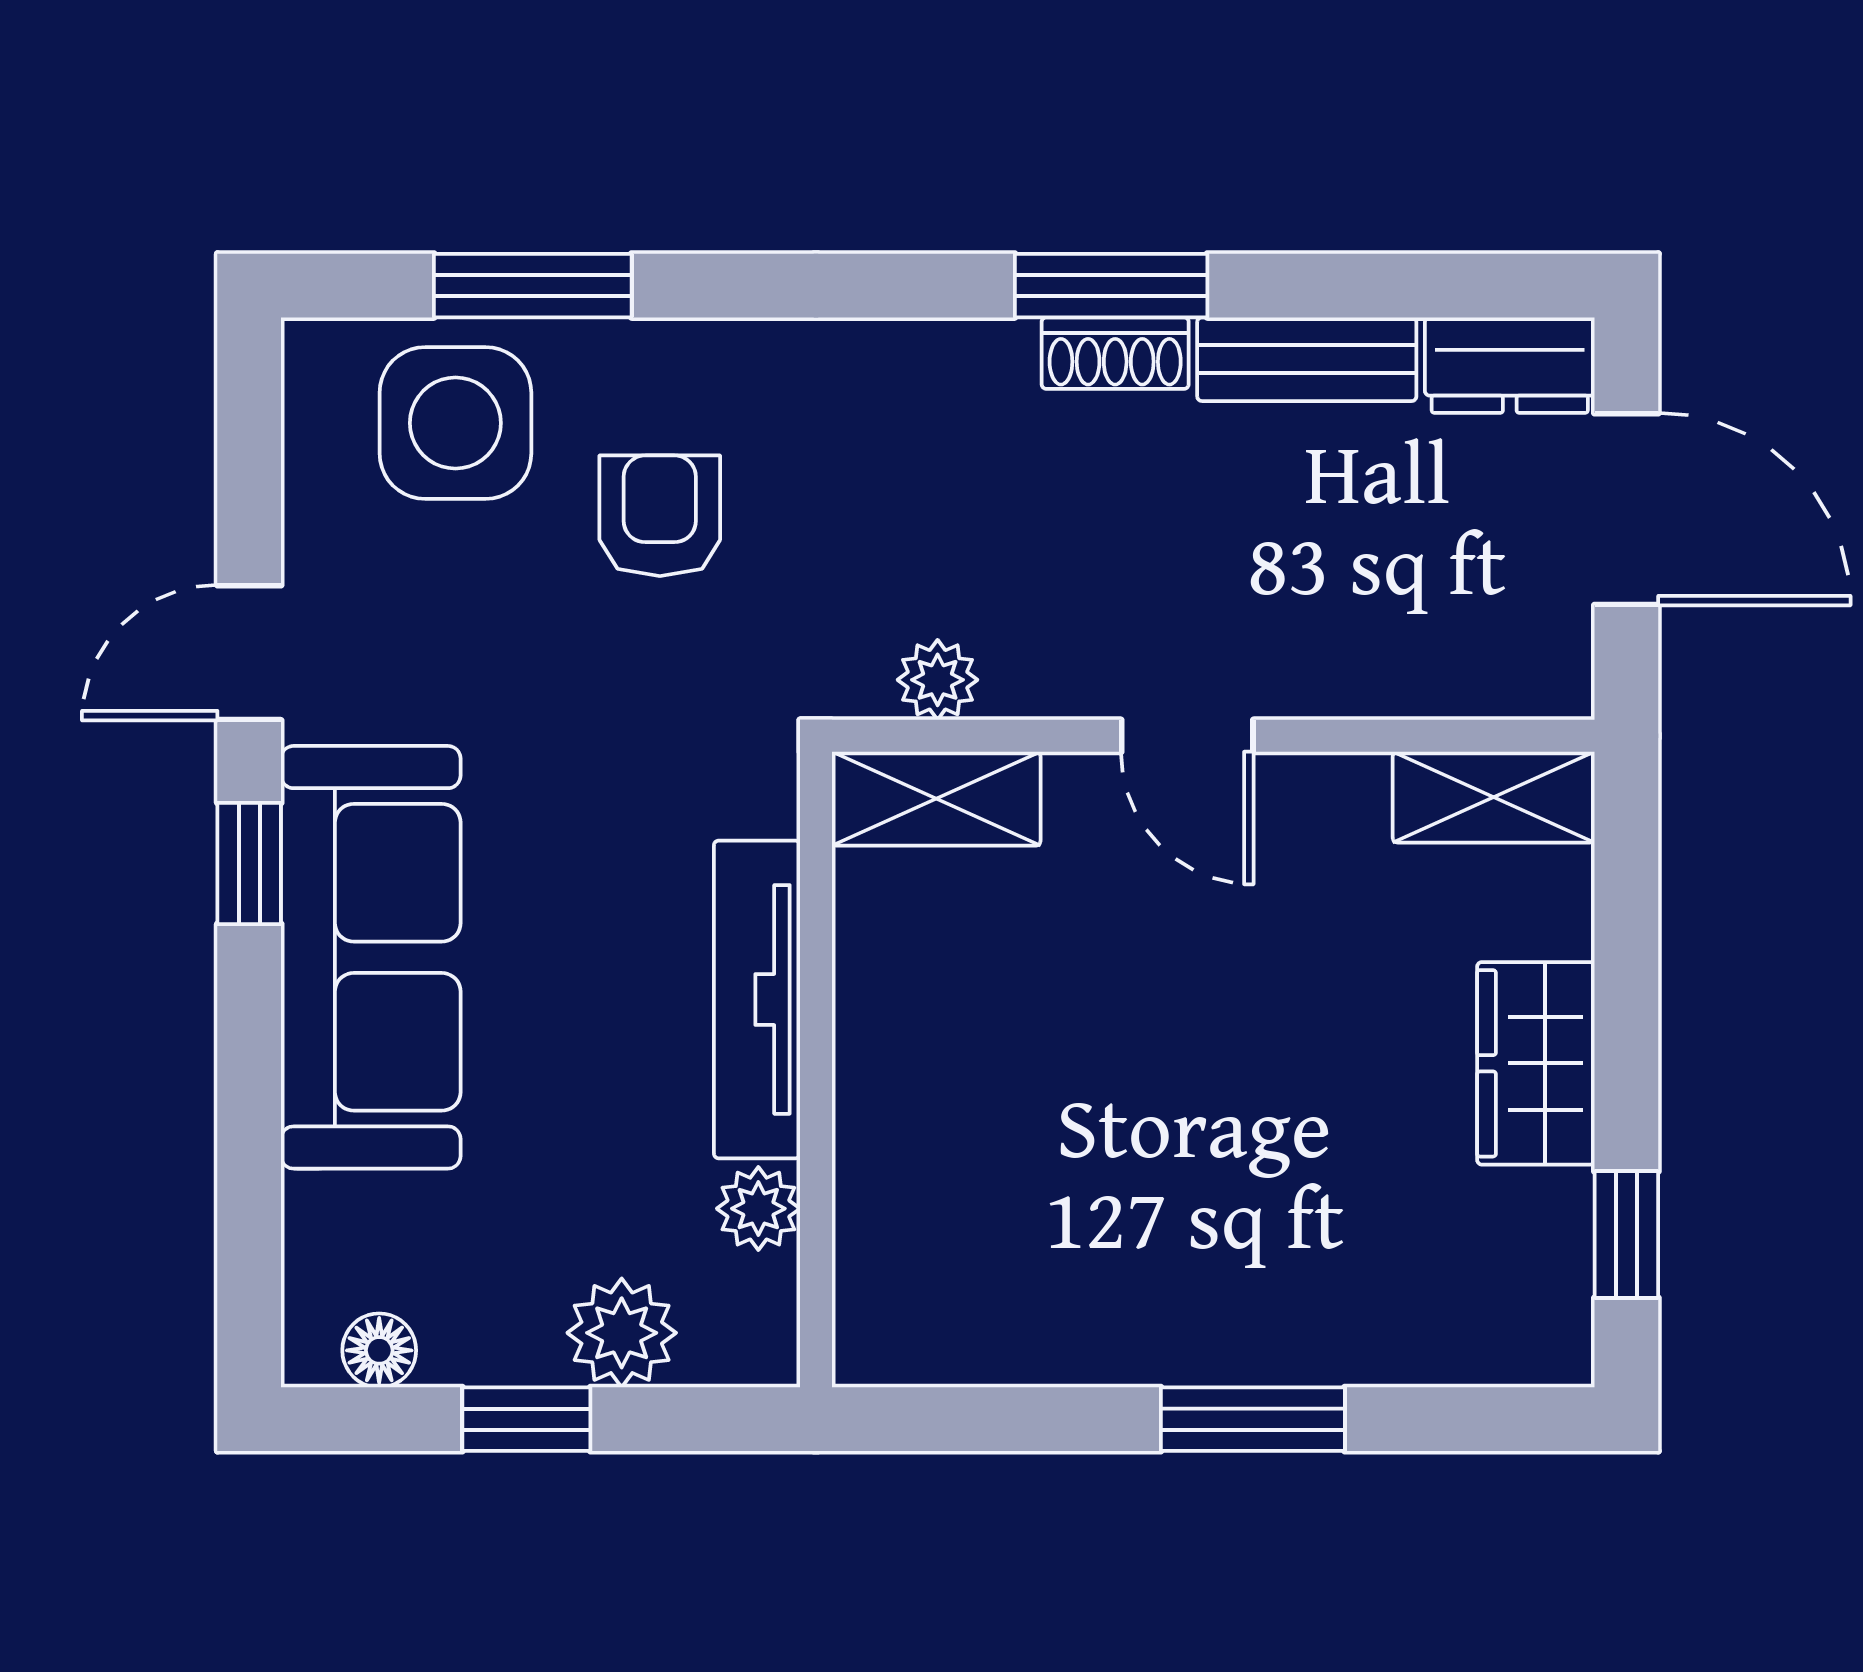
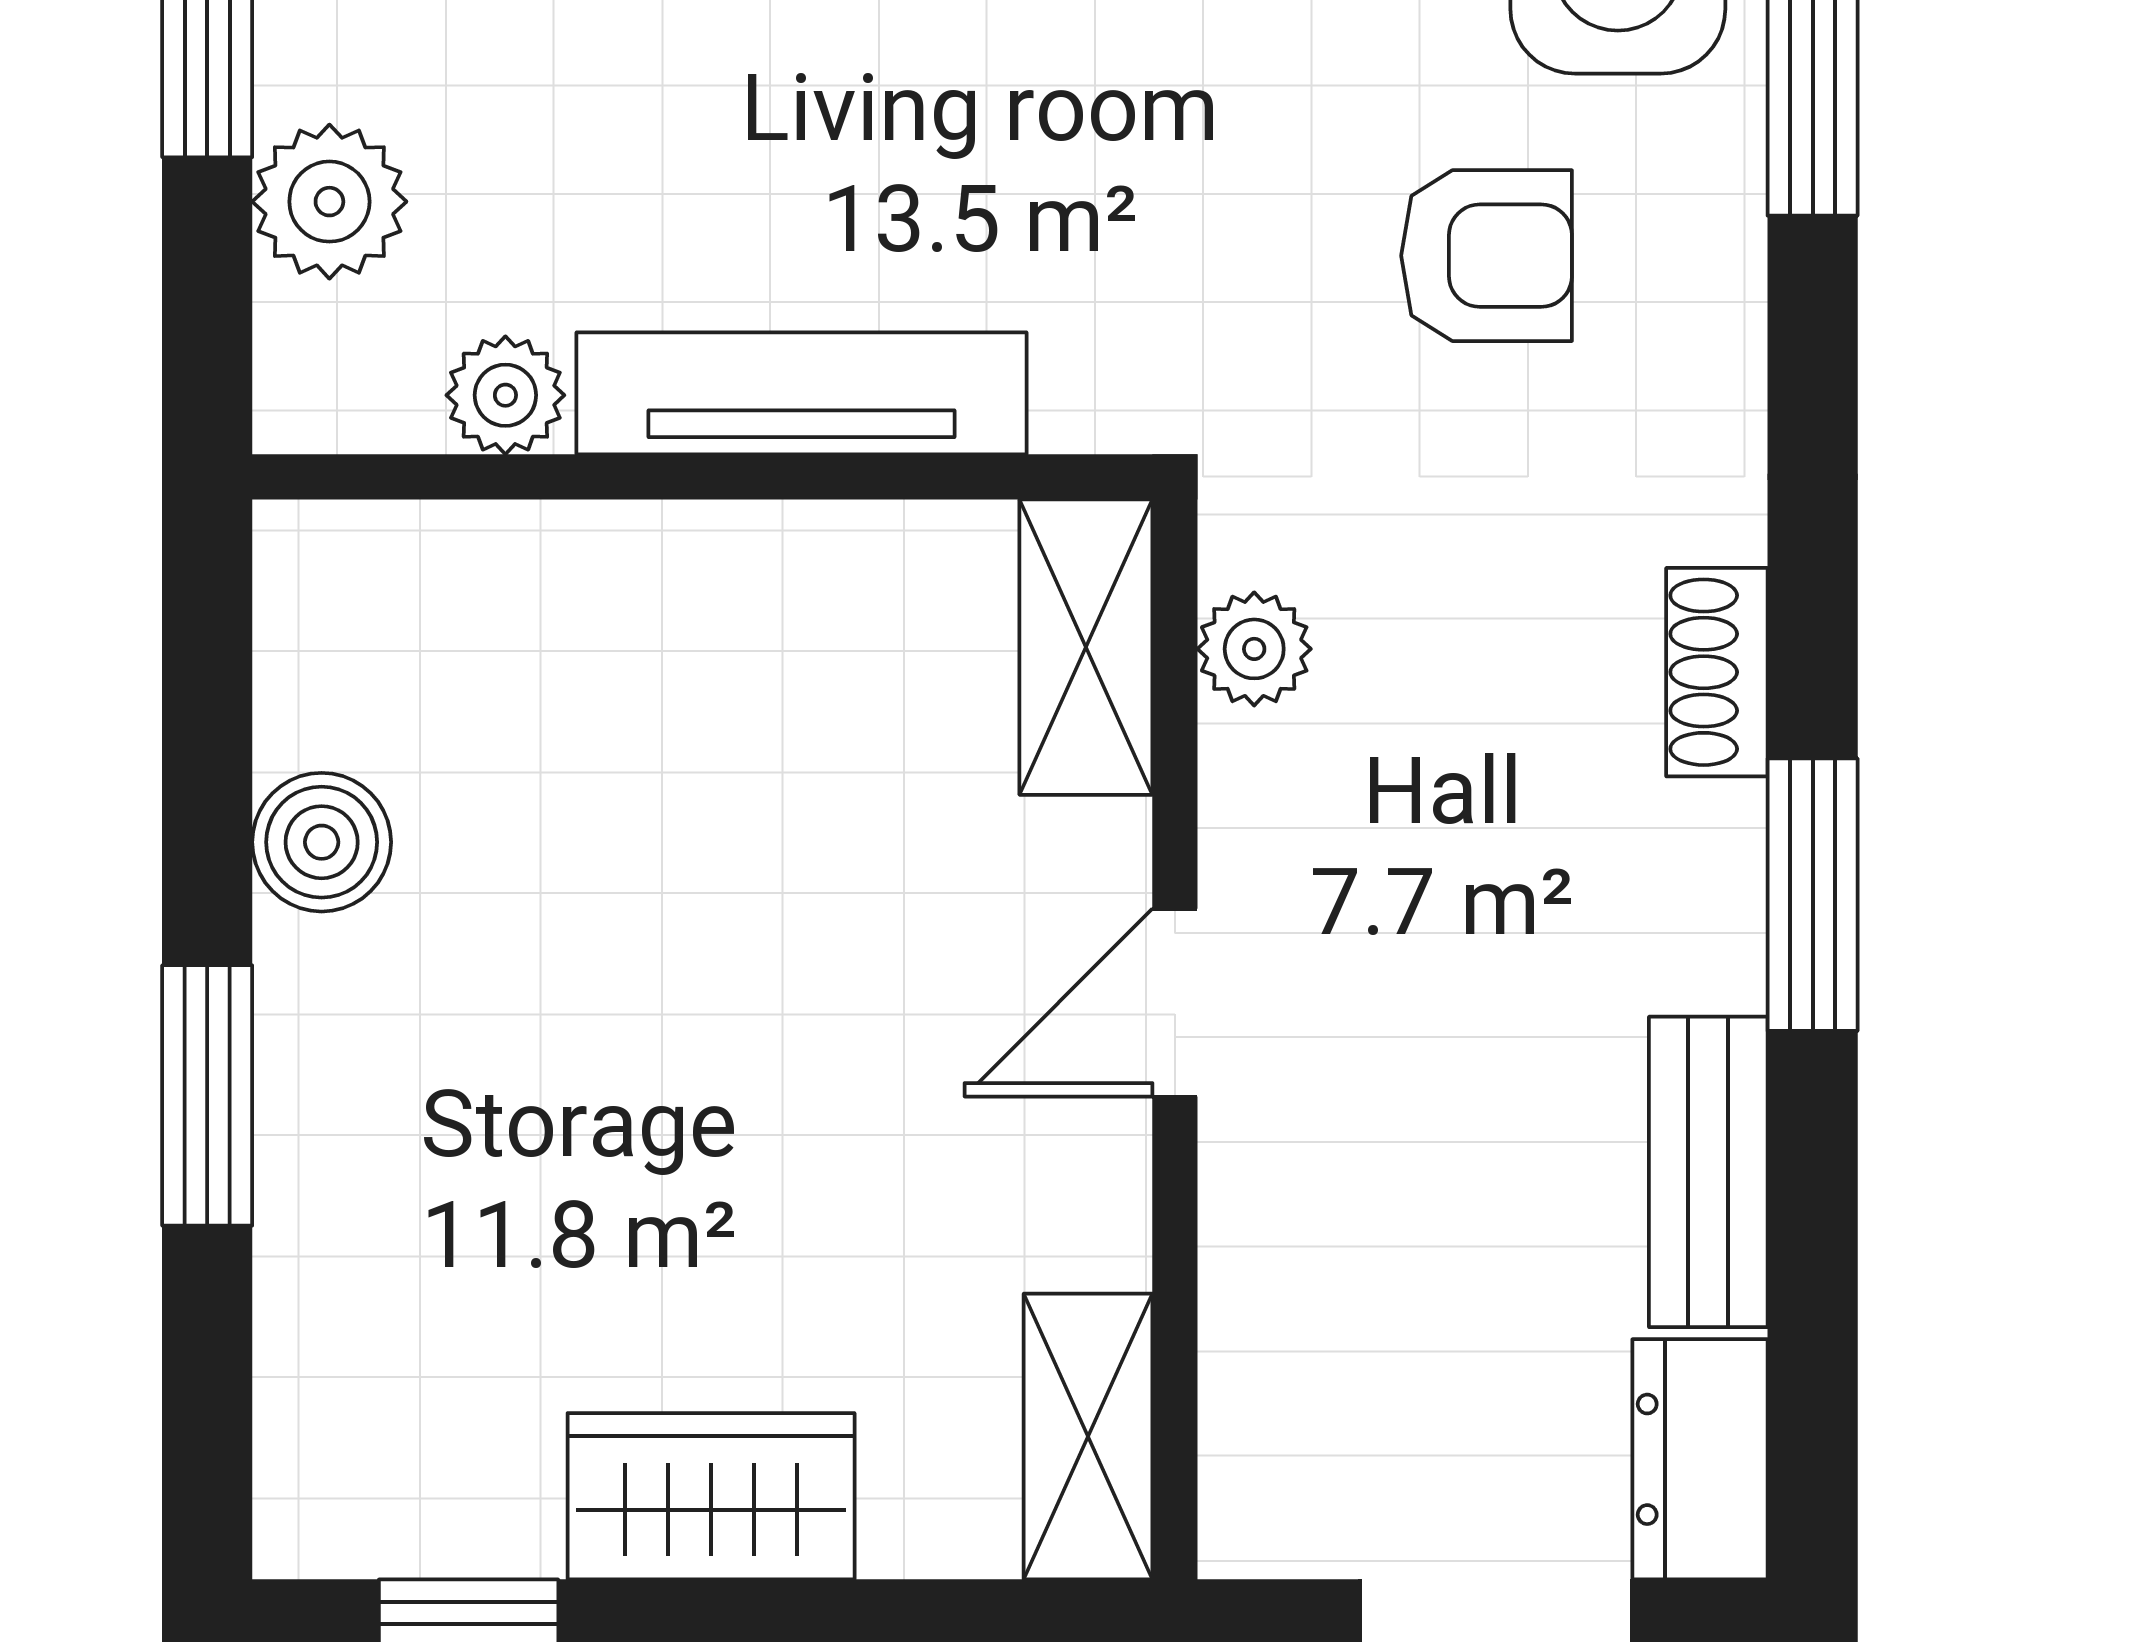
shoe rack: (1115, 353) -> (1717, 672), moved
boiler: (1074, 1338) -> (322, 842), added

